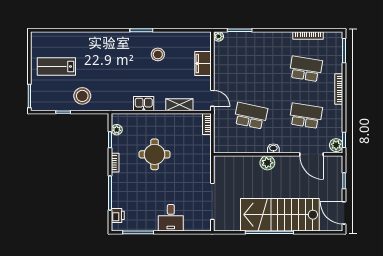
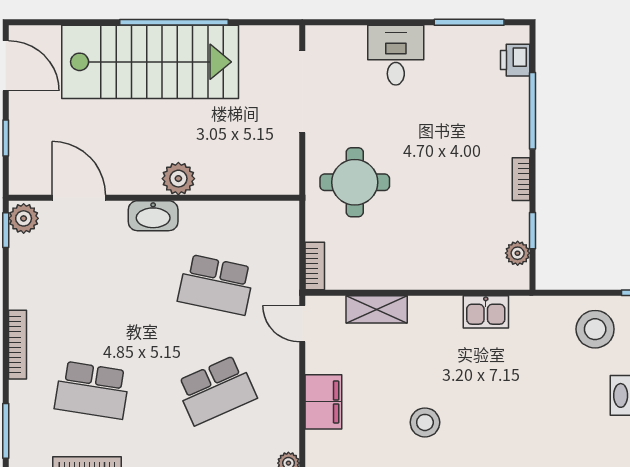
kitchen sink: (144, 104) -> (486, 312), moved
school desk: (306, 116) -> (216, 390), moved, turned -33
washbasin: (273, 148) -> (153, 216), width x1.91, depth x1.45
round table: (155, 154) -> (355, 182), moved

